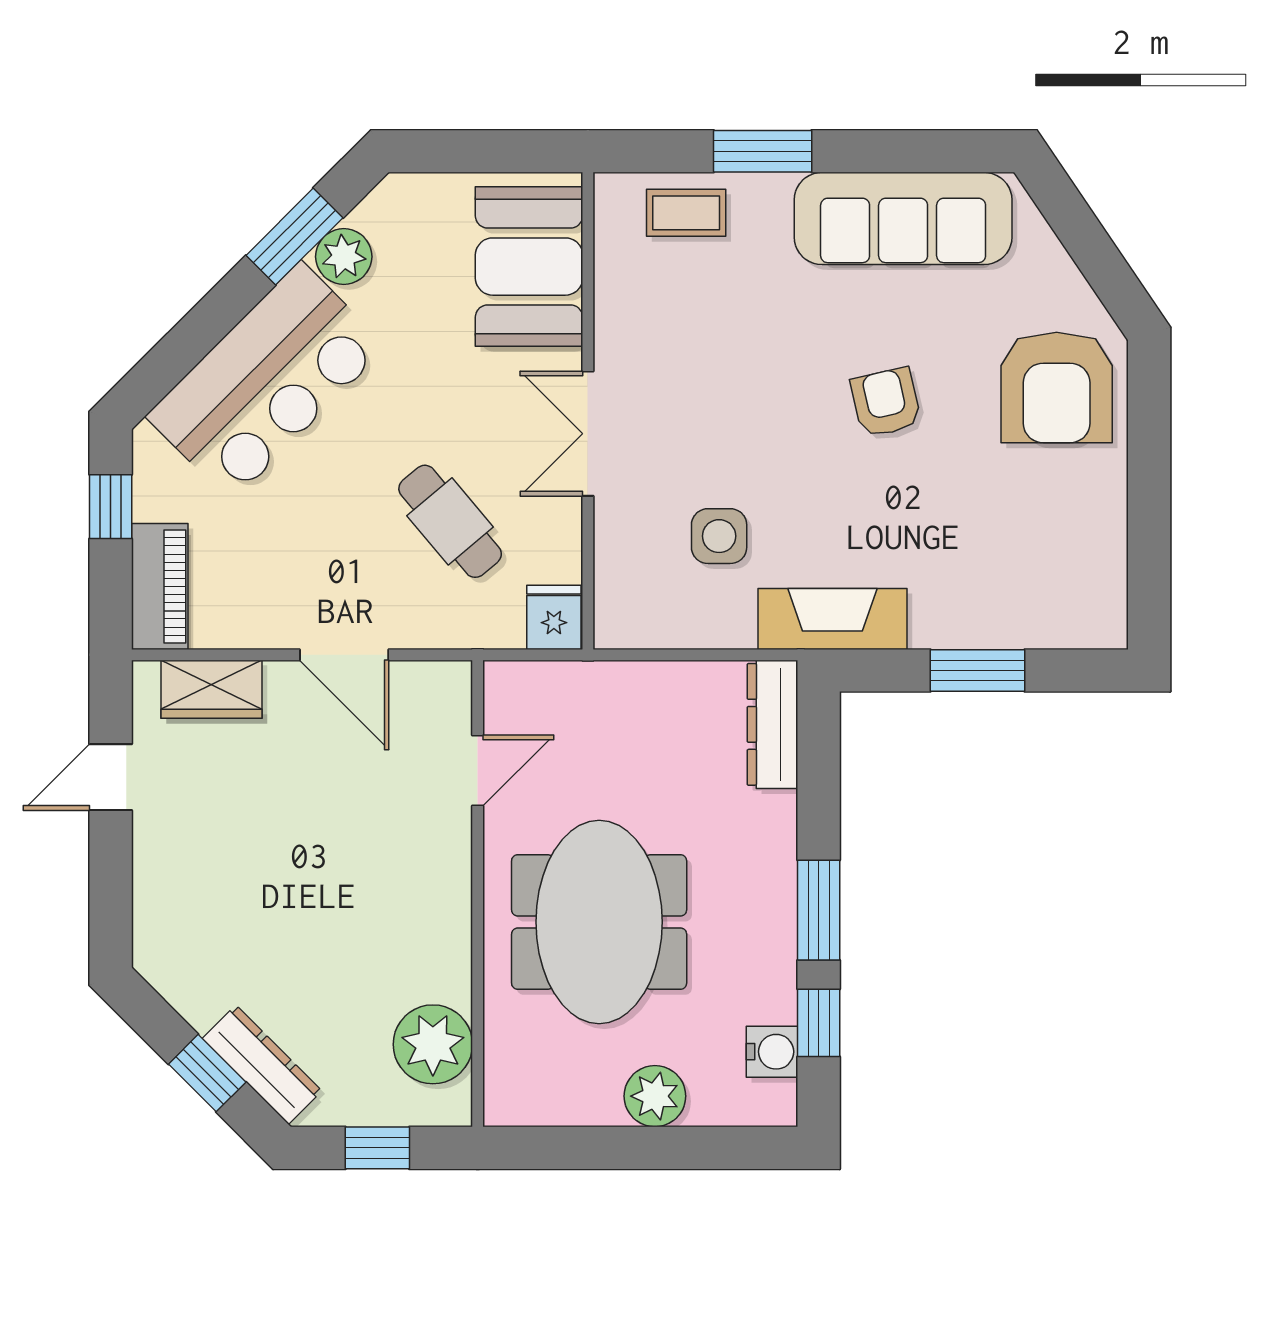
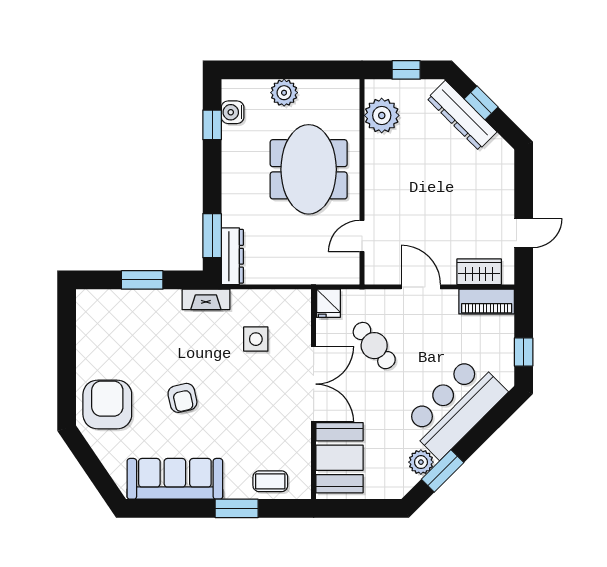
double door: (588, 434) -> (314, 384), width x1.37
piano: (160, 587) -> (487, 302), moved, turned -90
fireplace: (832, 619) -> (206, 299), width x0.73, depth x0.76
window: (819, 910) -> (212, 236), moved
dresser: (262, 1065) -> (462, 115), width x1.37, depth x1.24

